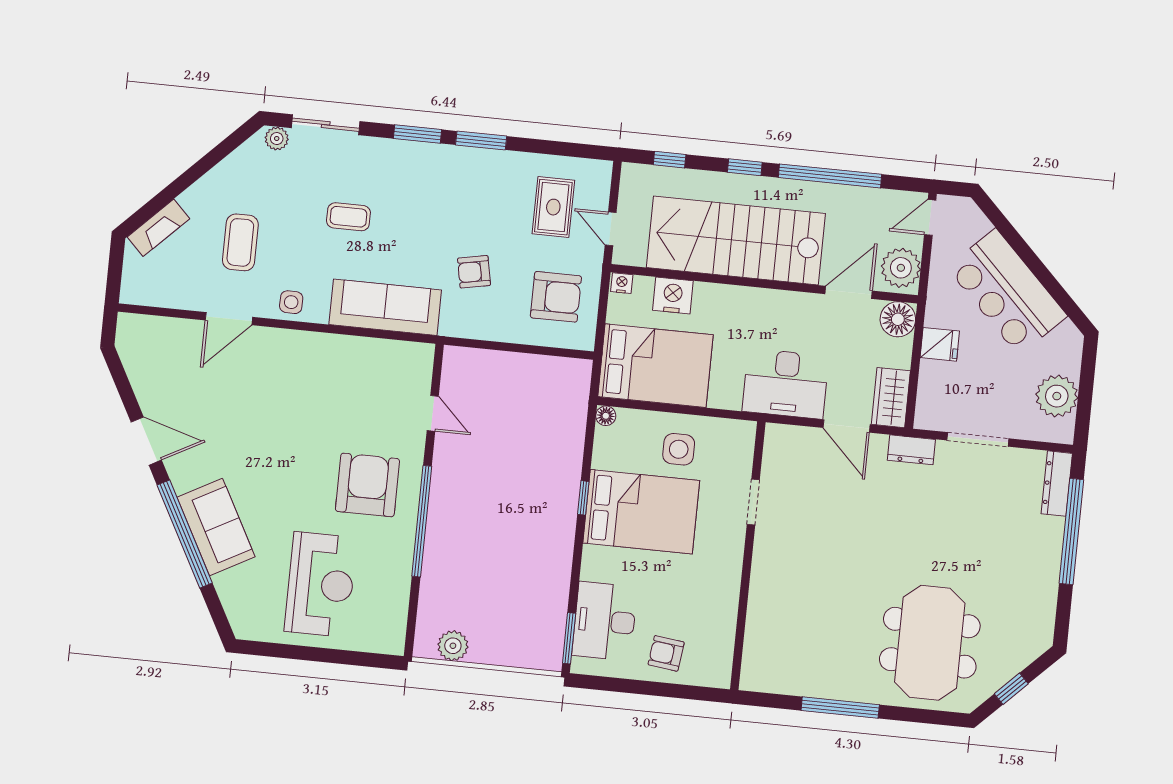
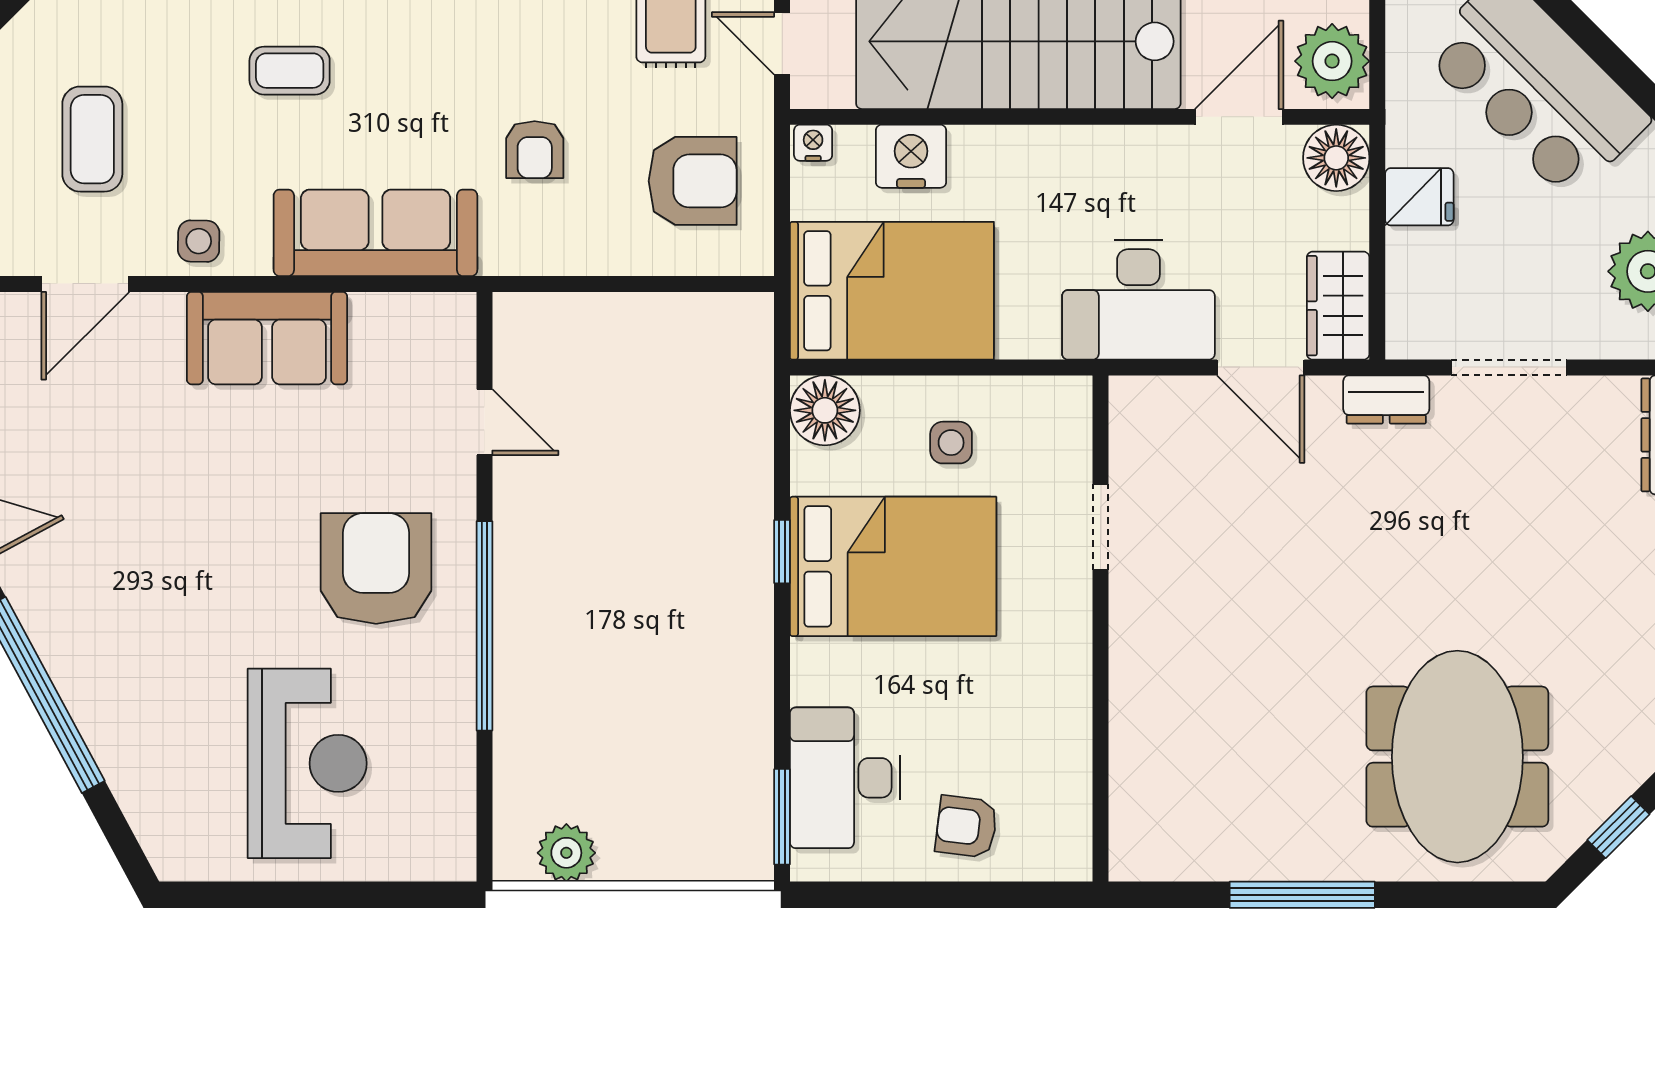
armchair: (474, 272) -> (535, 150), turned -79
floor lamp: (606, 416) -> (825, 410), width x1.89, depth x1.89
side table: (679, 449) -> (951, 443), width x0.73, depth x0.73
sofa: (216, 527) -> (267, 338), moved, turned 118

